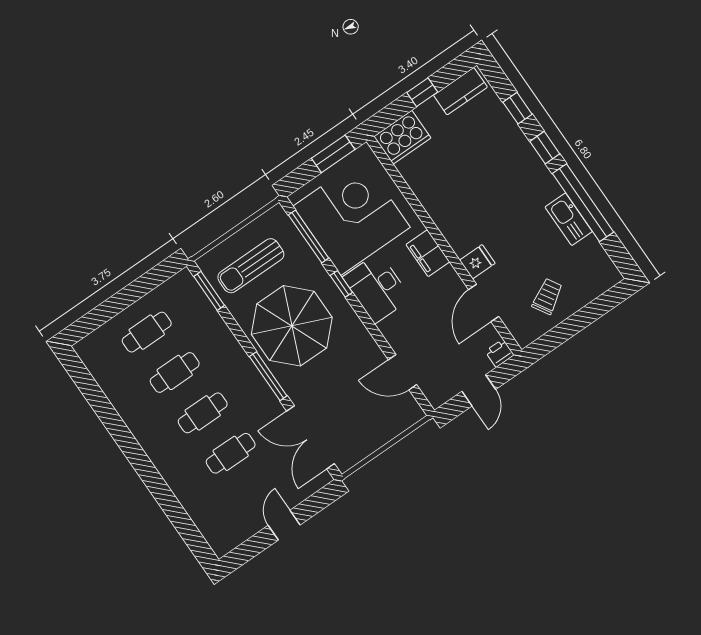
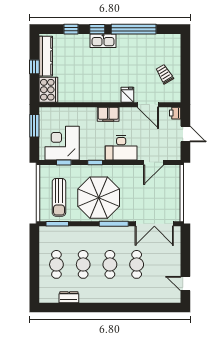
kitchen counter: (460, 91) -> (46, 56), width x1.50
corner desk: (352, 217) -> (62, 143), width x0.74, depth x0.74
kitchen sink: (569, 219) -> (103, 41), moved
window: (309, 237) -> (64, 162), width x0.46
desk: (377, 288) -> (121, 148), moved
dresser: (110, 385) -> (69, 297), added
door: (284, 525) -> (185, 284), moved

